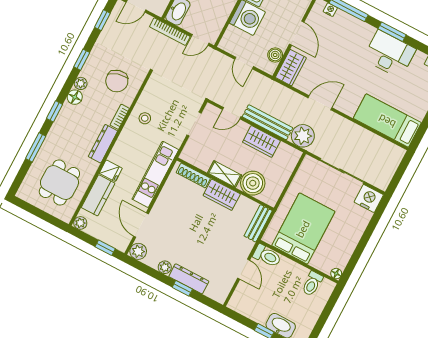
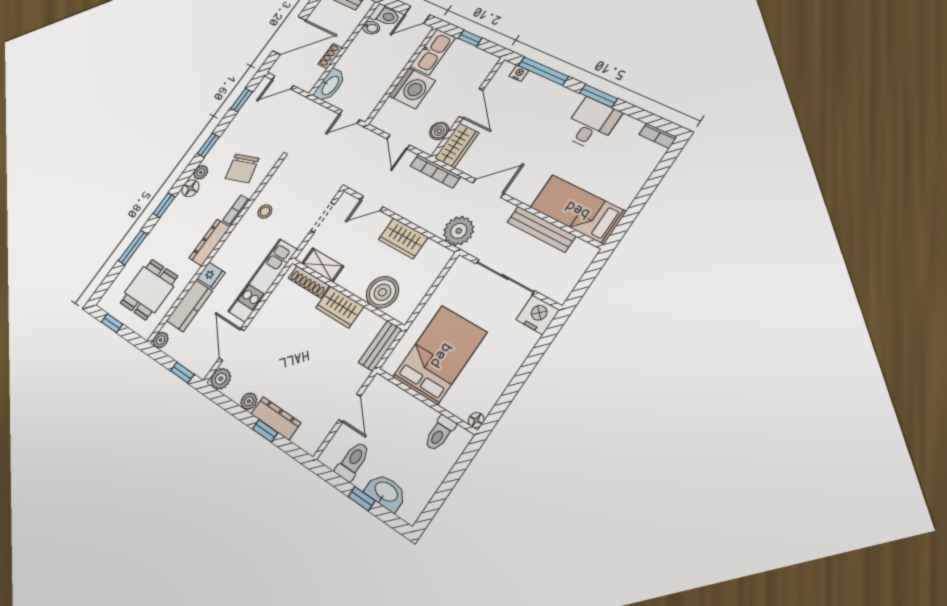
bookcase: (170, 32) -> (435, 171), moved
desk: (389, 54) -> (591, 124), width x0.73
bench: (267, 122) -> (541, 229), moved
shelving: (225, 174) -> (323, 265), moved
window: (34, 210) -> (112, 323), added
toilet: (267, 256) -> (353, 461), moved, turned -90

